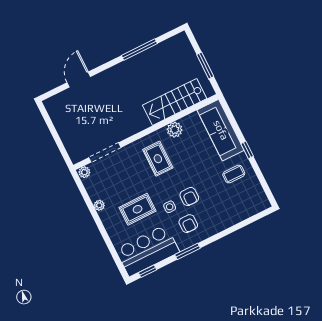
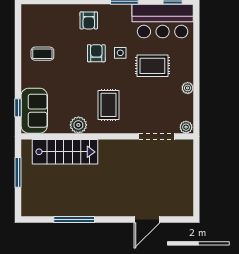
sofa: (221, 130) -> (34, 111), width x0.73
window: (247, 150) -> (18, 108), moved
armchair: (188, 224) -> (89, 20), moved, turned 180

